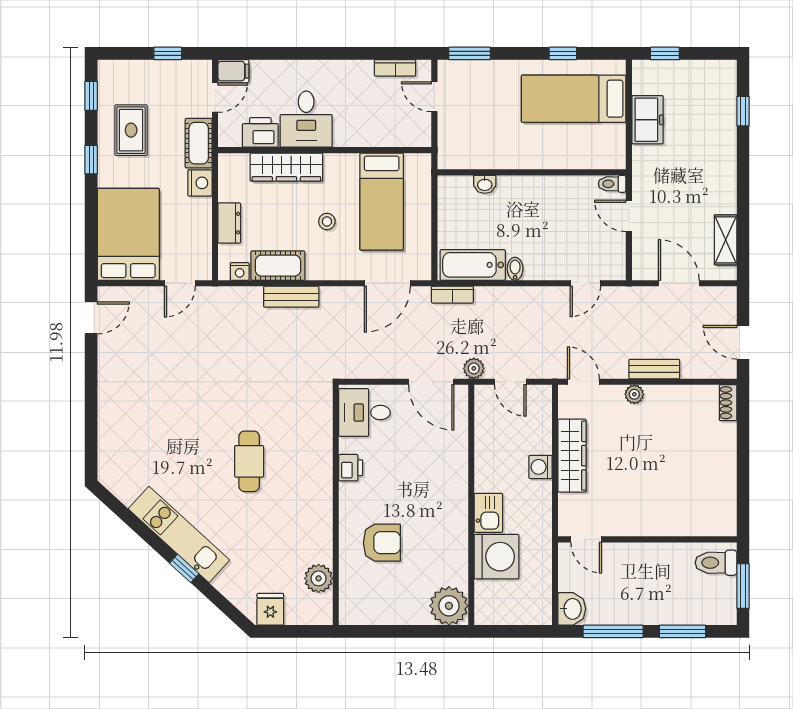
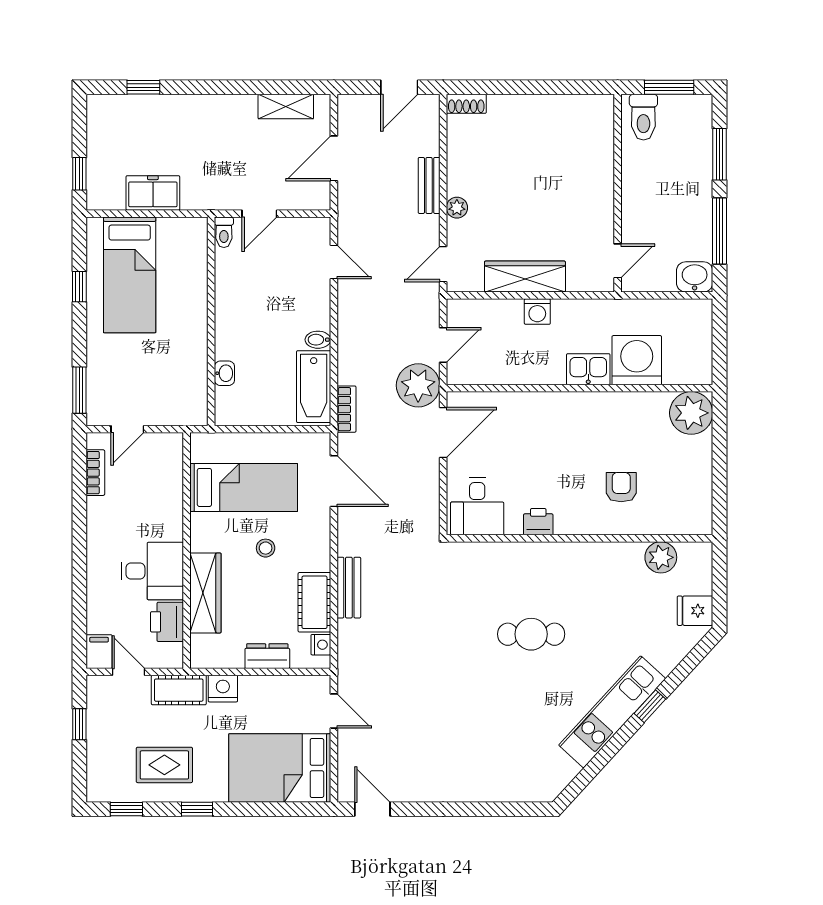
plant: (474, 368) -> (418, 385), width x1.87, depth x1.87
armchair: (382, 543) -> (621, 487), width x0.72, depth x0.72

